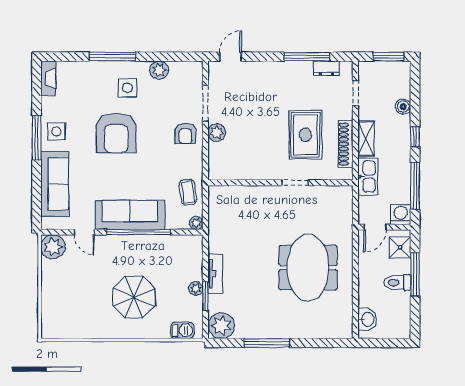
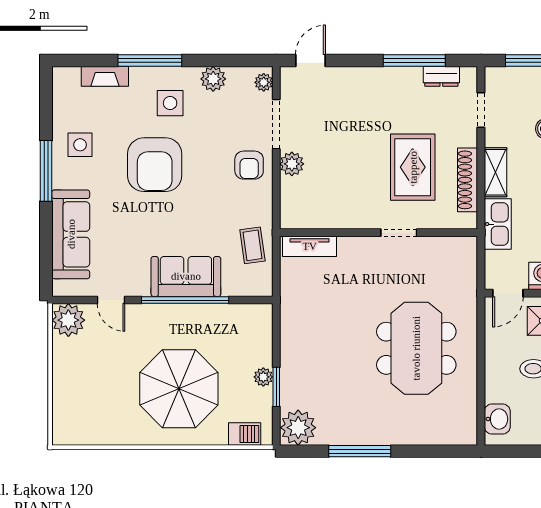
fireplace: (48, 78) -> (105, 76), moved, turned 90
side table: (56, 131) -> (80, 145), moved
sofa: (130, 215) -> (186, 276), width x0.73
plant: (196, 223) -> (264, 82), moved
tv unit: (215, 274) -> (310, 246), moved, turned 90
parasol: (134, 297) -> (179, 389), width x1.36, depth x1.36

